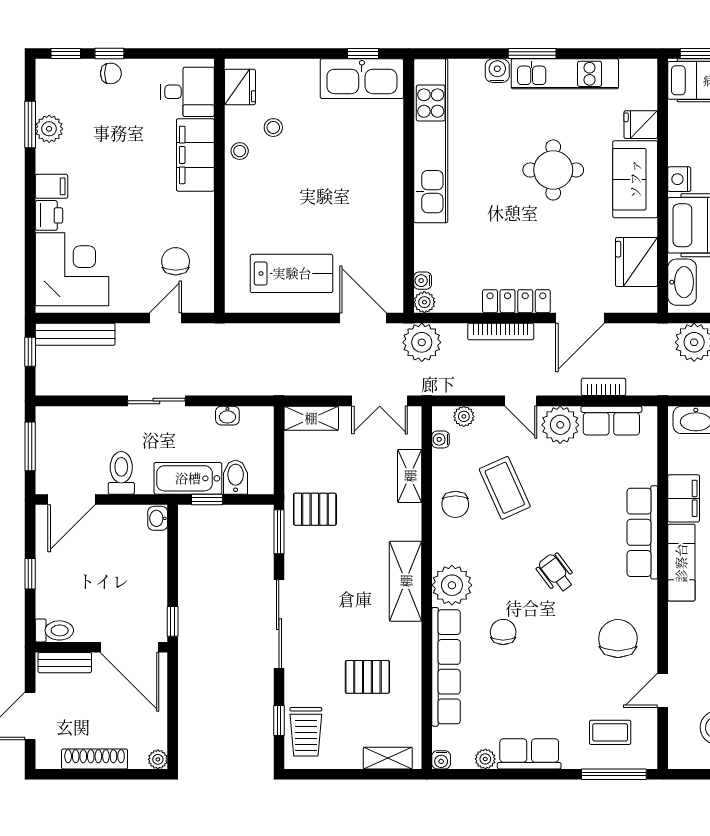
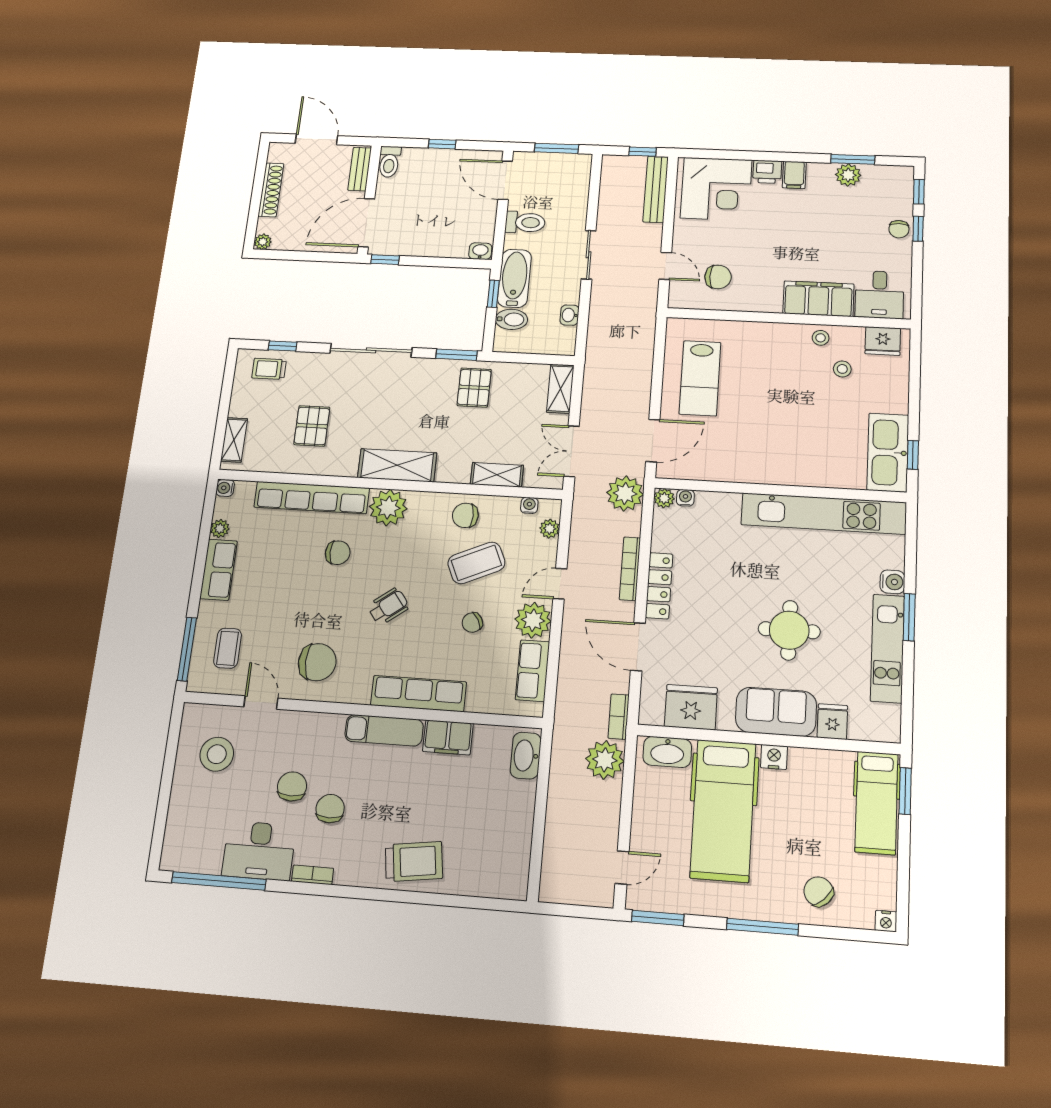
bookcase: (604, 387) -> (619, 717), moved, turned 180
chair: (567, 486) -> (472, 623), added
trolley: (306, 732) -> (269, 369), width x0.73, depth x0.72

